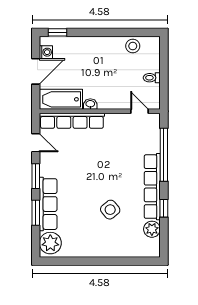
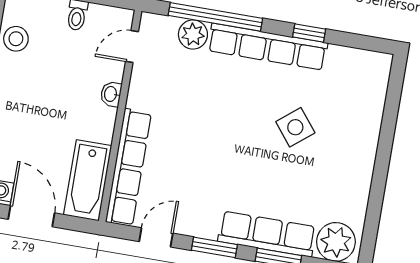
washbasin: (90, 104) -> (111, 94), moved
plant: (152, 229) -> (193, 34), moved

